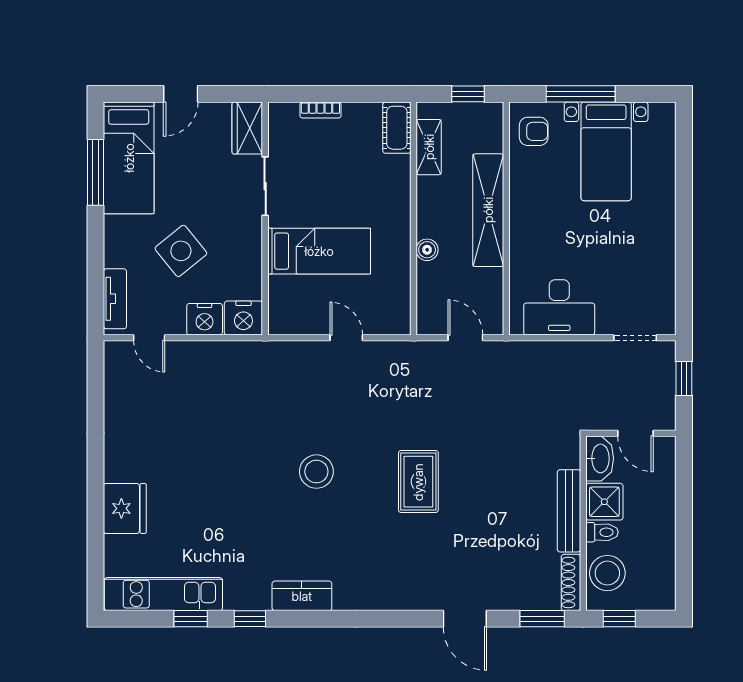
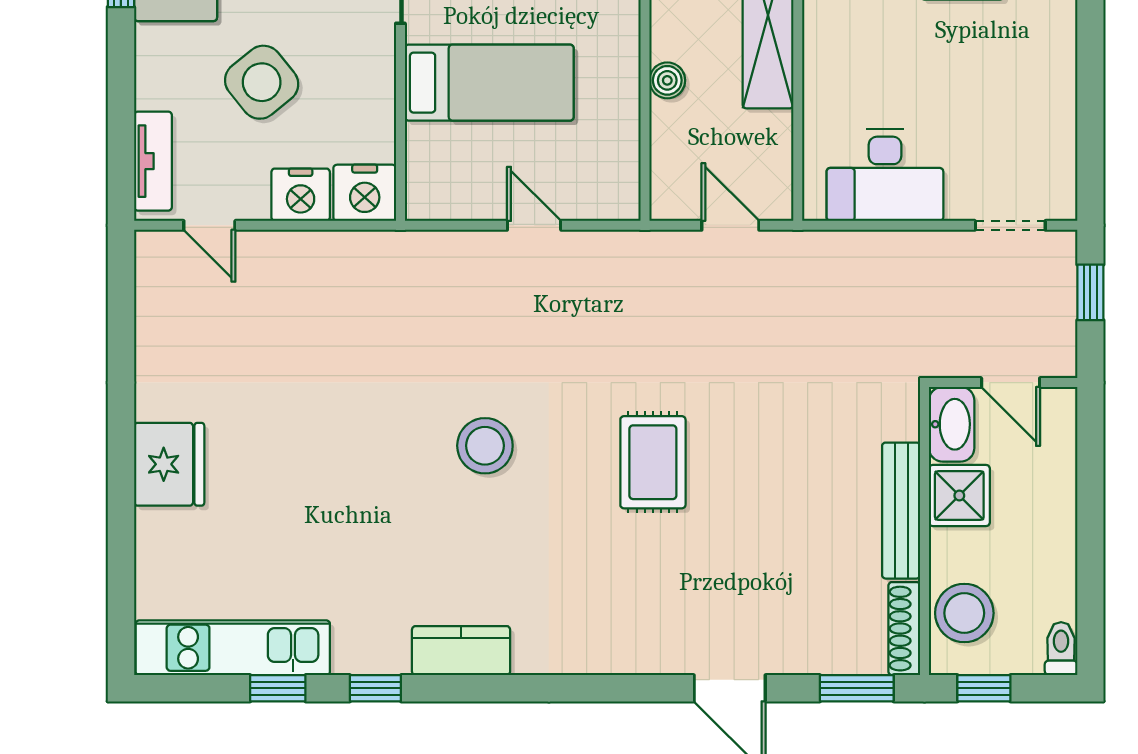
fridge: (125, 508) -> (169, 464), moved
toilet: (602, 532) -> (1061, 649), moved, turned -90

